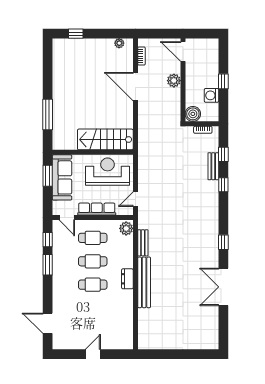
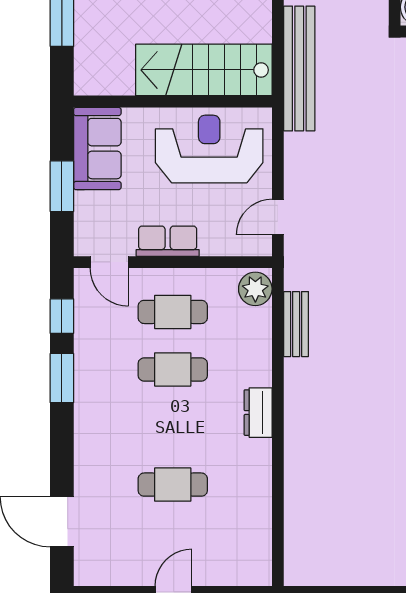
window: (48, 176) -> (62, 186), moved
sofa: (62, 177) -> (97, 149), width x0.73
row of seats: (97, 209) -> (168, 241), width x0.68
bench: (144, 282) -> (299, 68), moved
cafe table: (93, 285) -> (173, 485), moved

